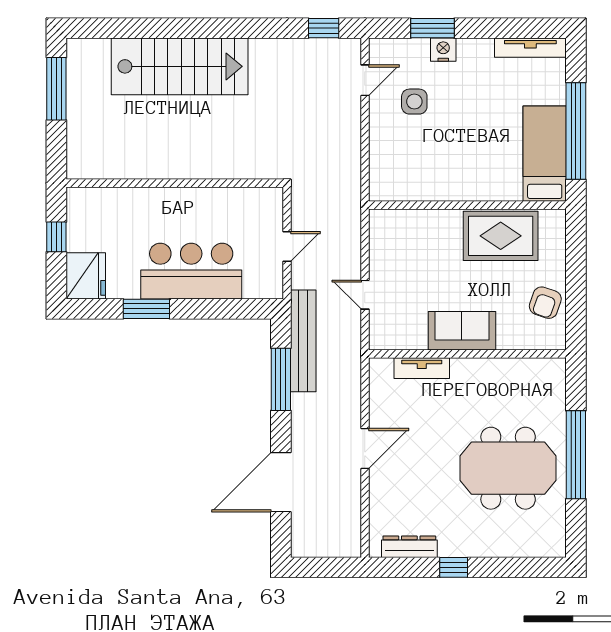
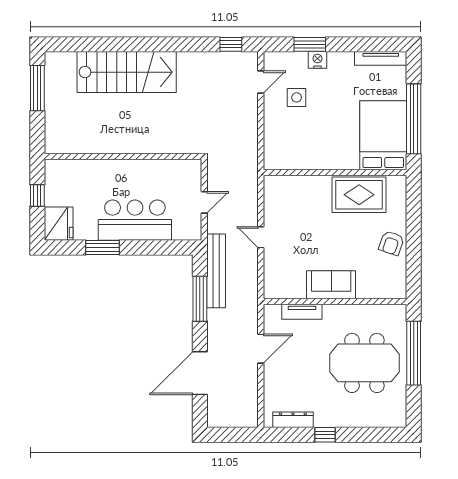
bed: (545, 154) -> (383, 135), width x1.50
sofa: (462, 331) -> (331, 285), moved
wall: (467, 354) -> (335, 301), moved
tv unit: (422, 368) -> (302, 312), moved

